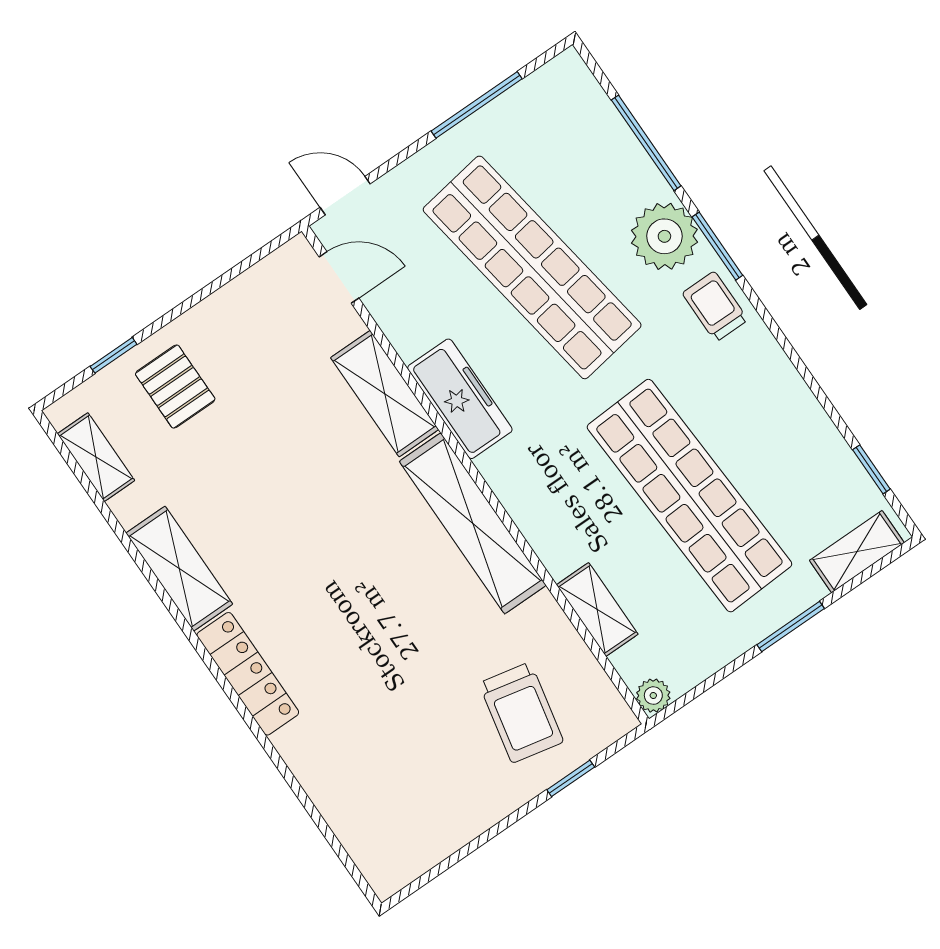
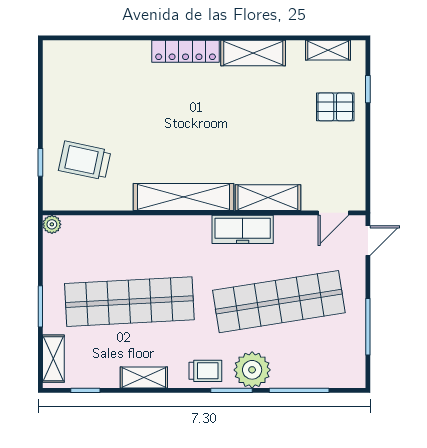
shelving: (597, 610) -> (144, 377), moved

